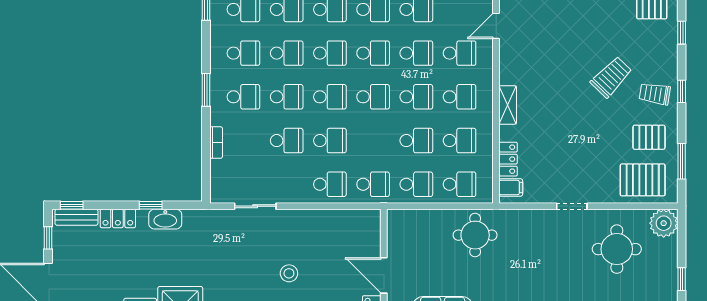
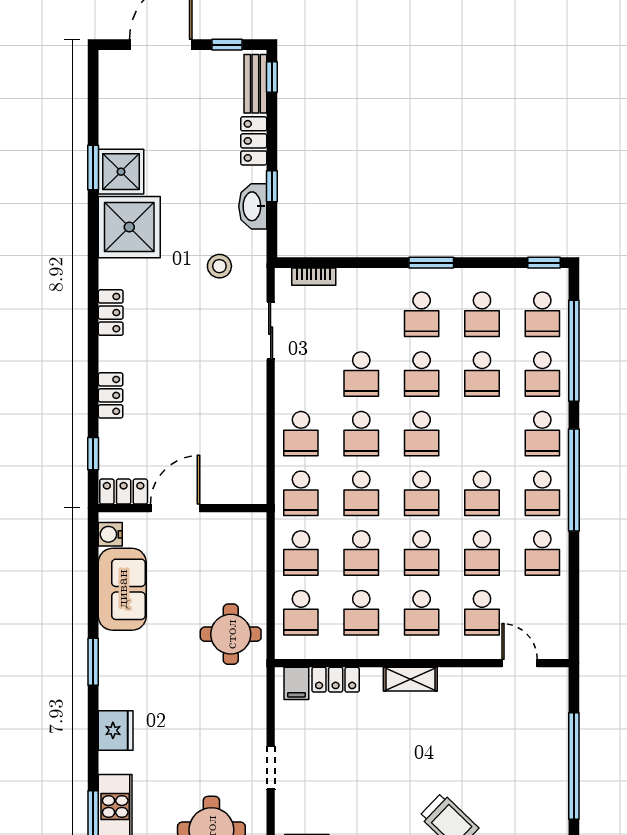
school desk: (330, 53) -> (361, 493), moved
bookcase: (216, 143) -> (314, 277), moved
stool: (289, 273) -> (219, 266), moved

